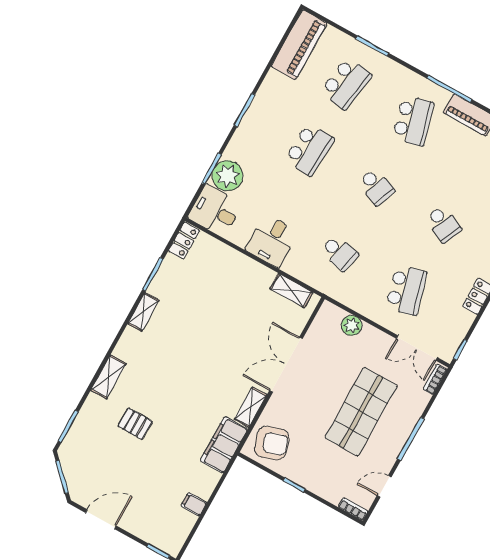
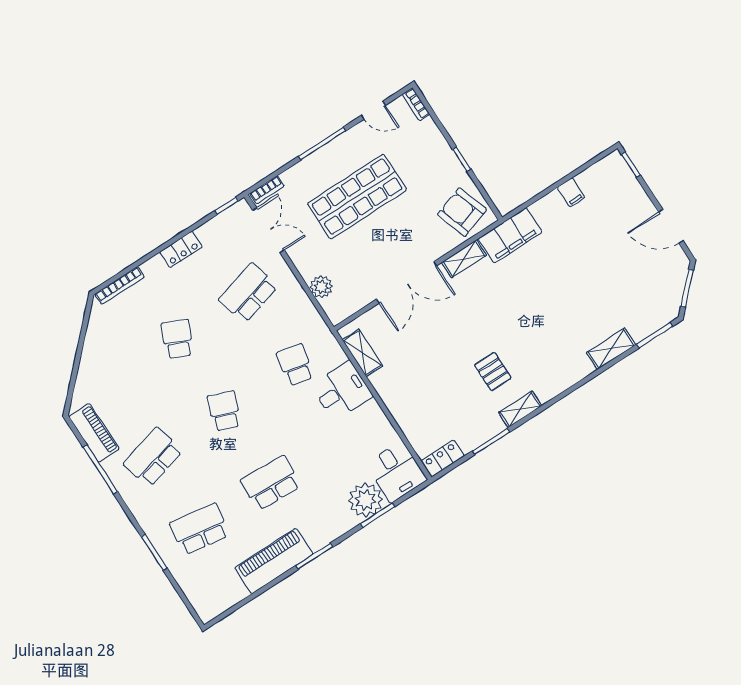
piano: (299, 45) -> (274, 561), moved
desk: (272, 241) -> (342, 391), moved
shelving: (108, 377) -> (611, 349), moved
pallet: (135, 424) -> (493, 372), moved

